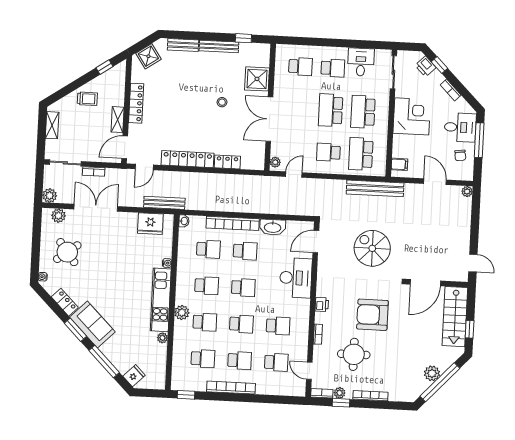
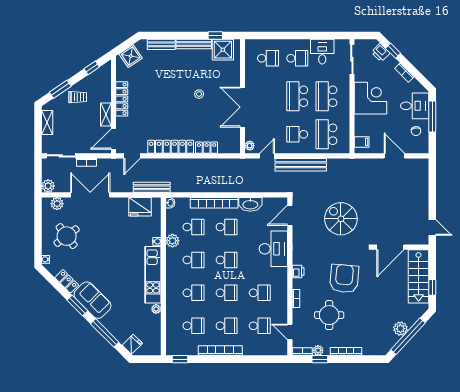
shower: (257, 79) -> (223, 50), moved
window: (69, 89) -> (60, 89), added
bench: (375, 188) -> (301, 165), moved
plant: (467, 191) -> (424, 163), removed
plant: (182, 313) -> (172, 241), moved
armchair: (372, 315) -> (344, 279), turned 95

